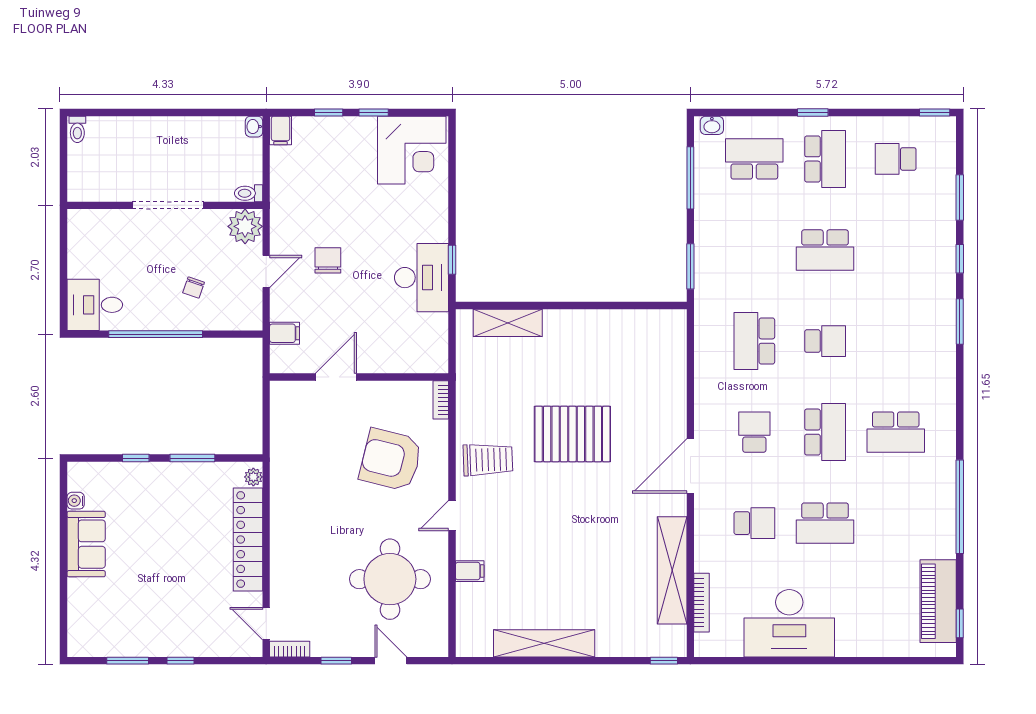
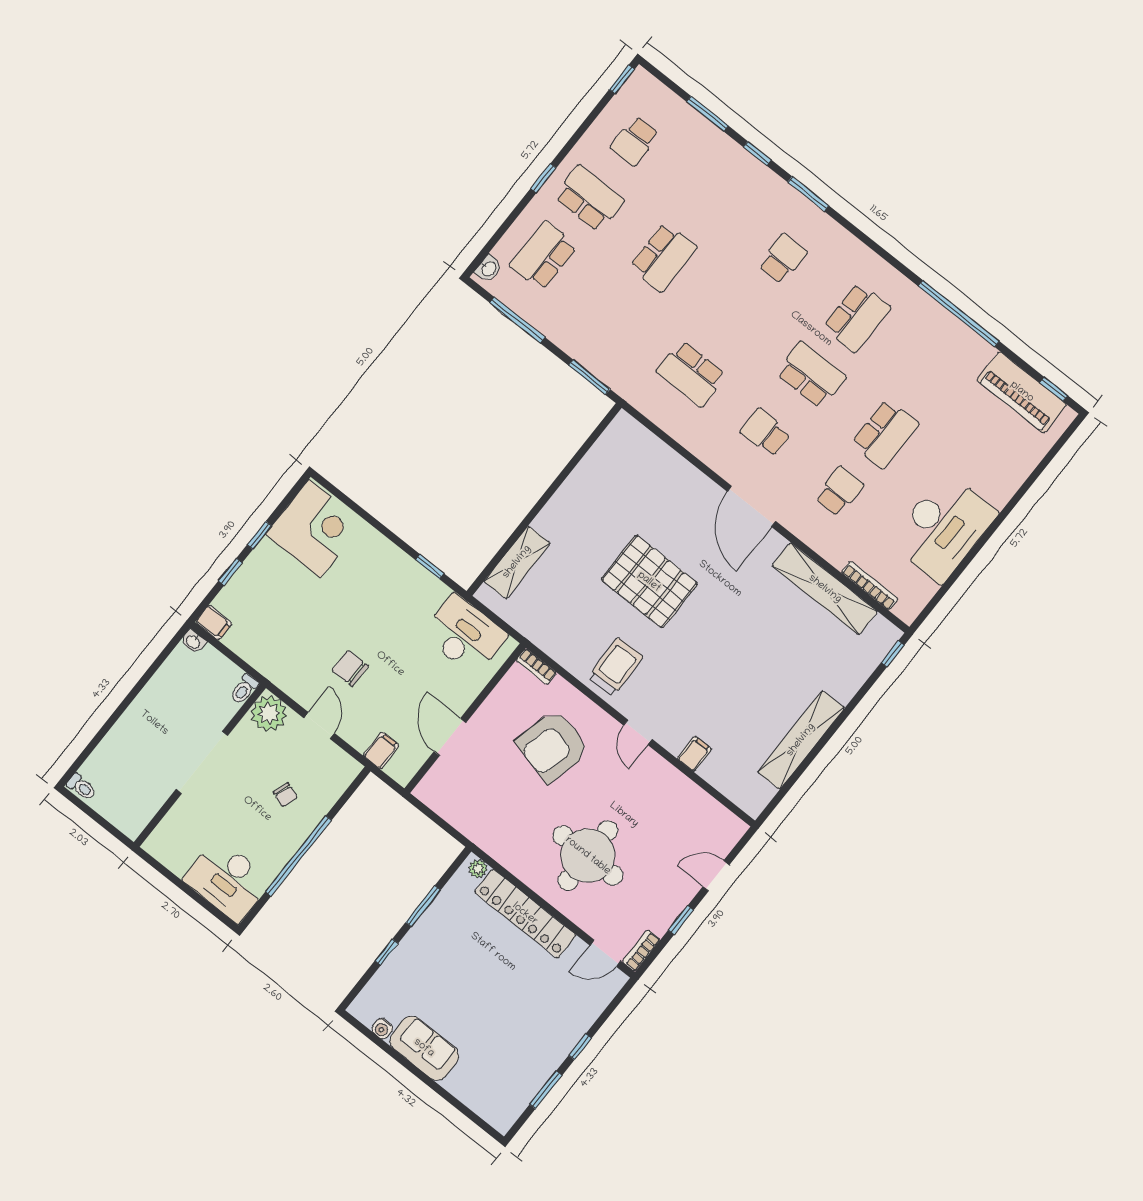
desk: (421, 278) -> (464, 635), moved
desk: (95, 305) -> (228, 880), width x1.37
school desk: (825, 341) -> (783, 259), moved
pallet: (572, 434) -> (649, 582), turned 90
round table: (390, 579) -> (588, 856), moved

